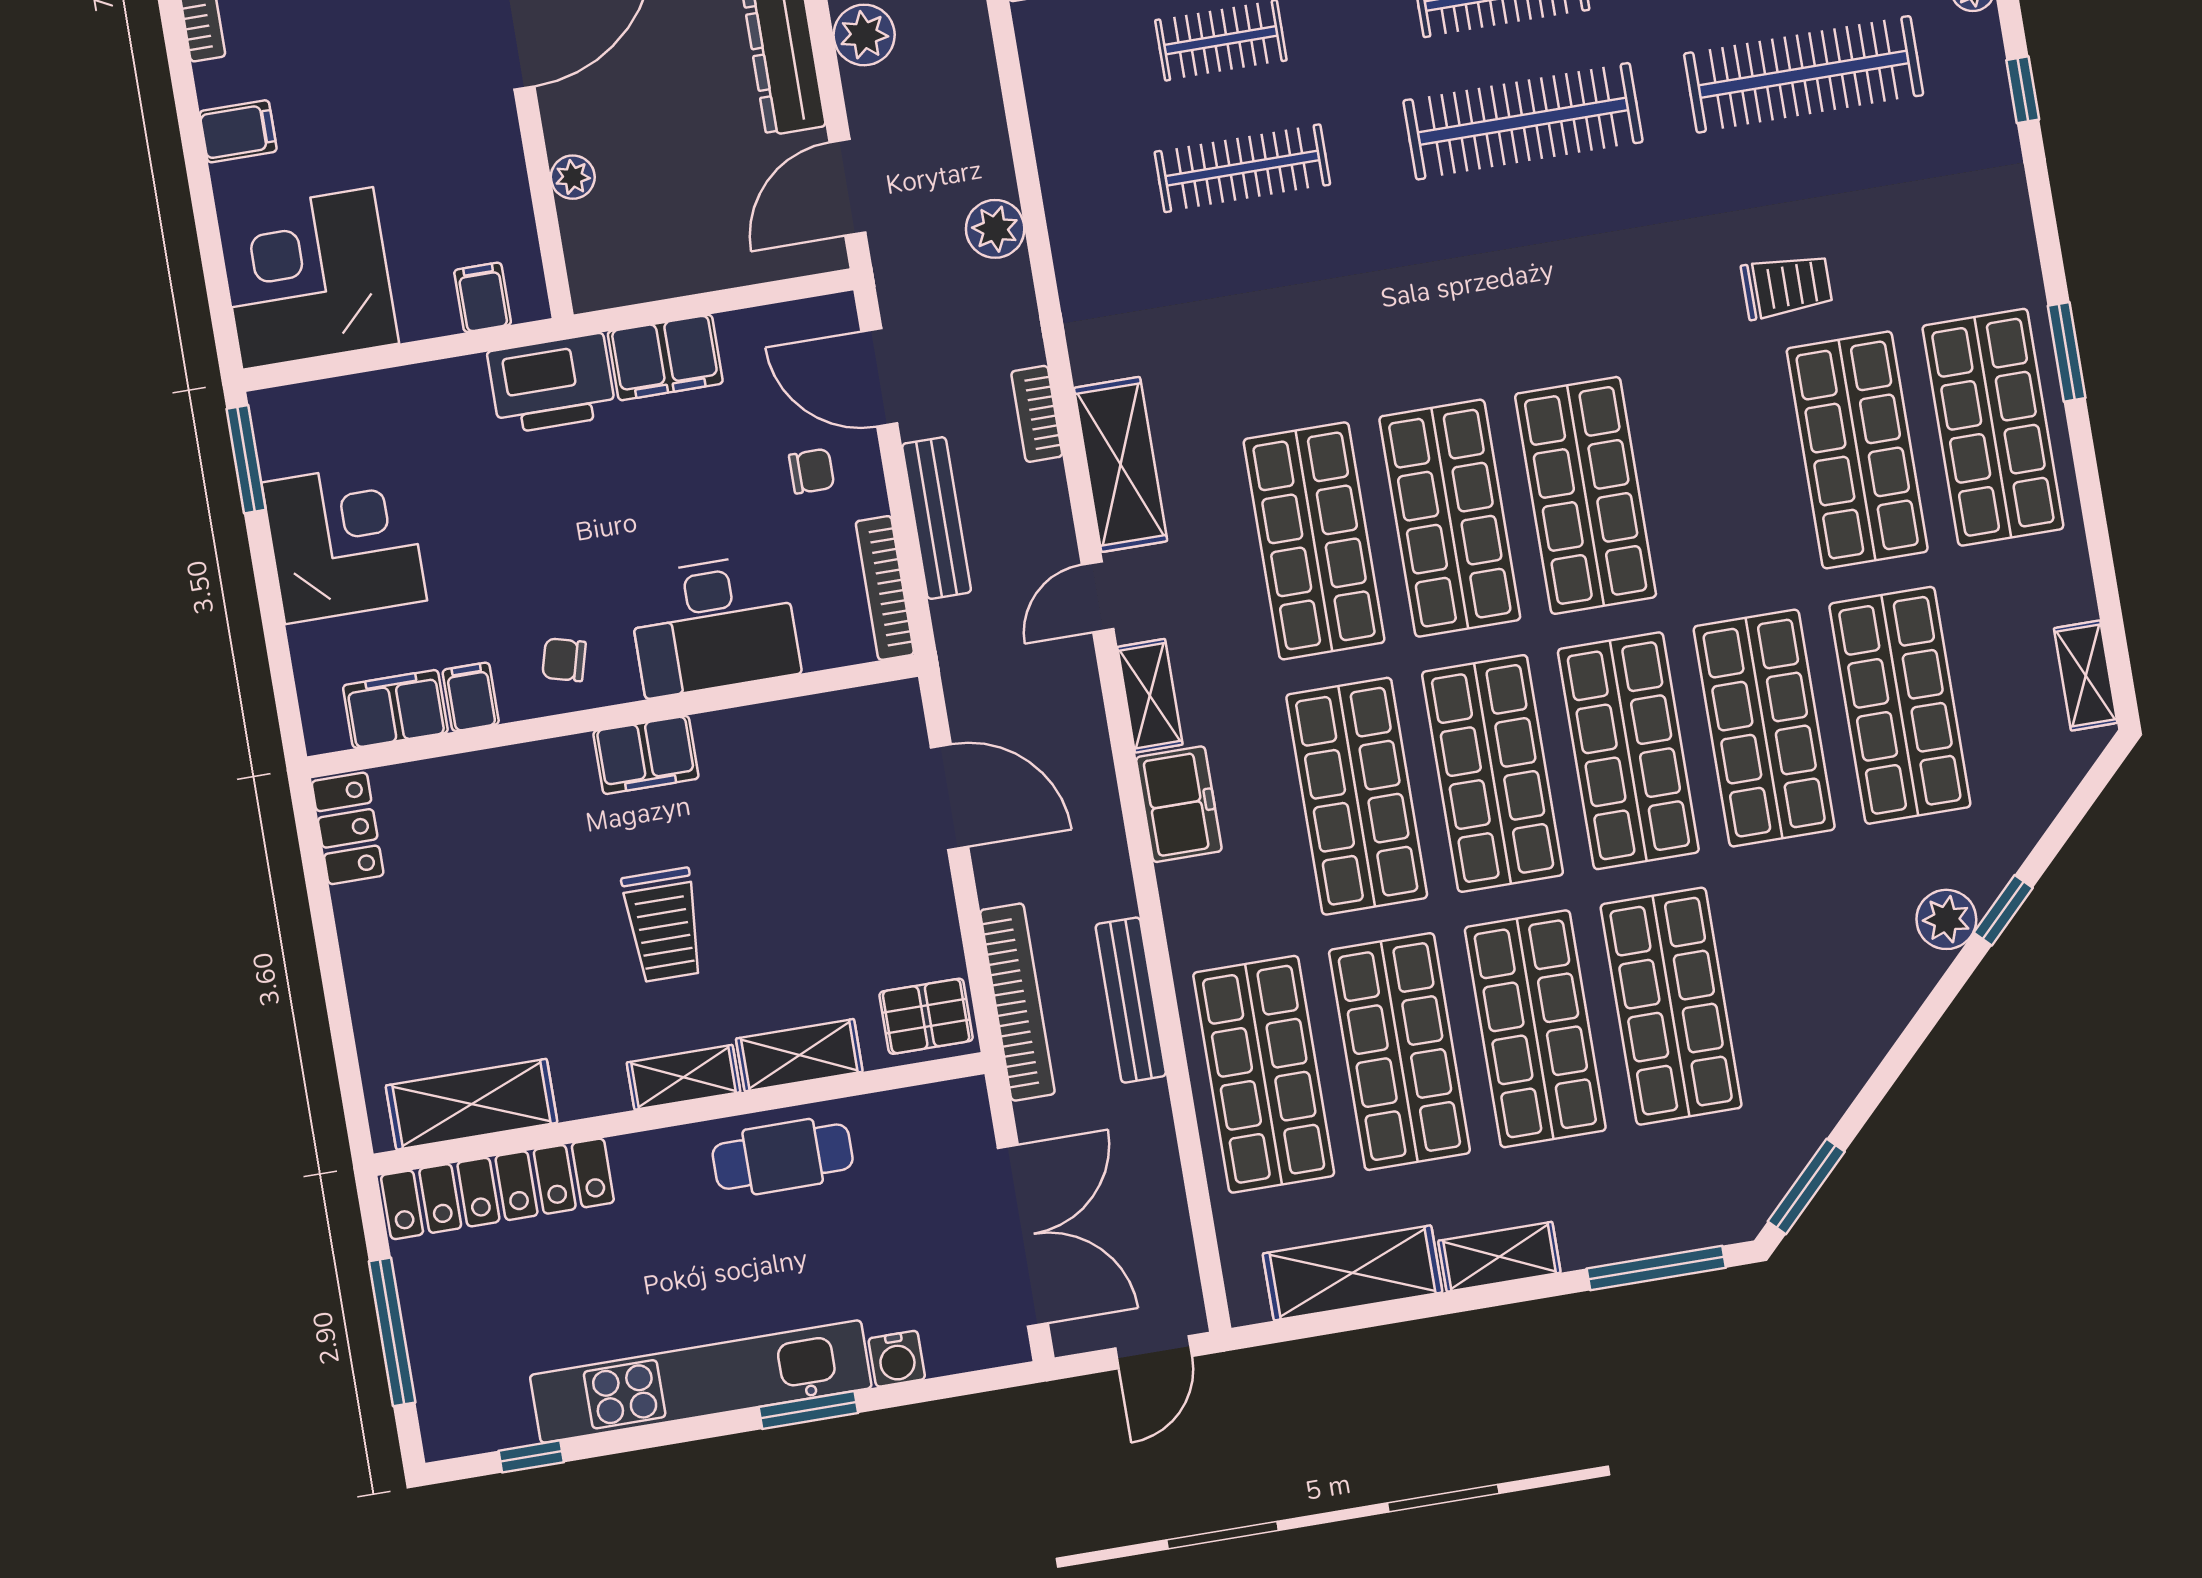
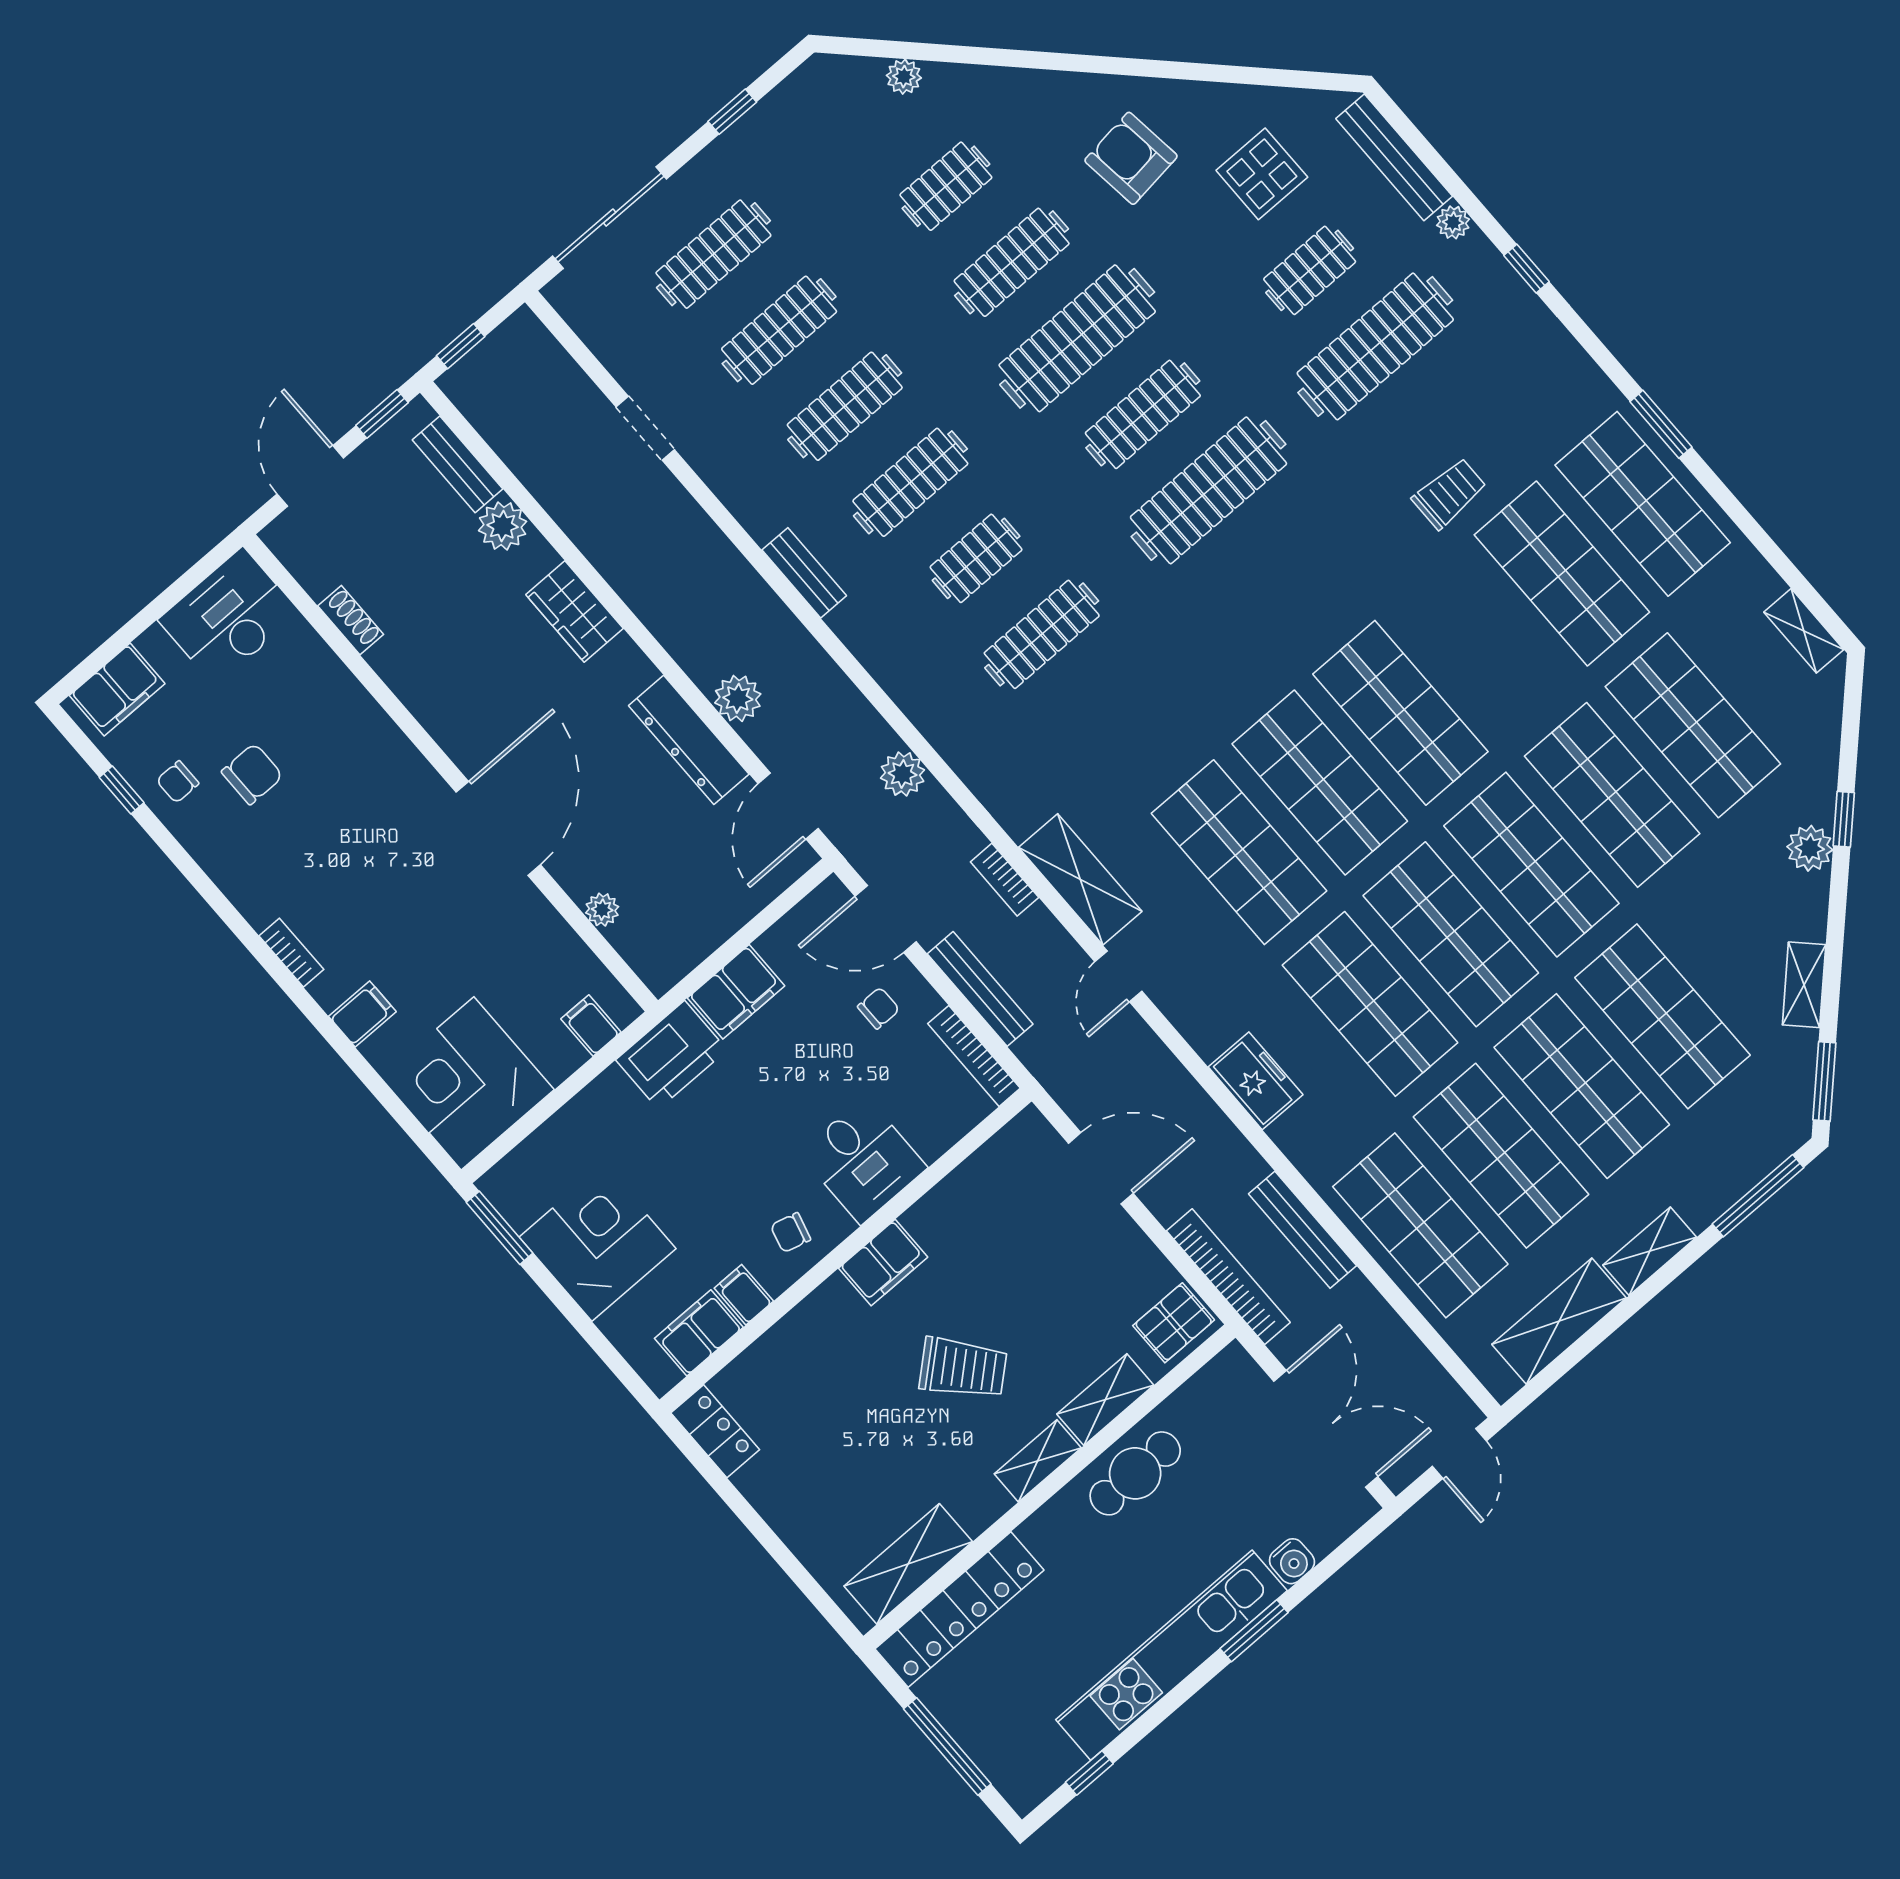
desk: (714, 625) -> (863, 1160), width x0.73
shelving: (1150, 696) -> (1804, 985), moved, turned 45
trolley: (663, 925) -> (963, 1368), turned -41

